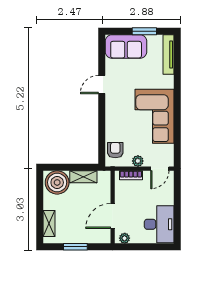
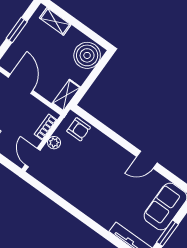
door: (102, 85) -> (147, 160), swing flipped
corner sofa: (155, 116) -> (84, 187), removed
shelving: (83, 177) -> (66, 95), moved

